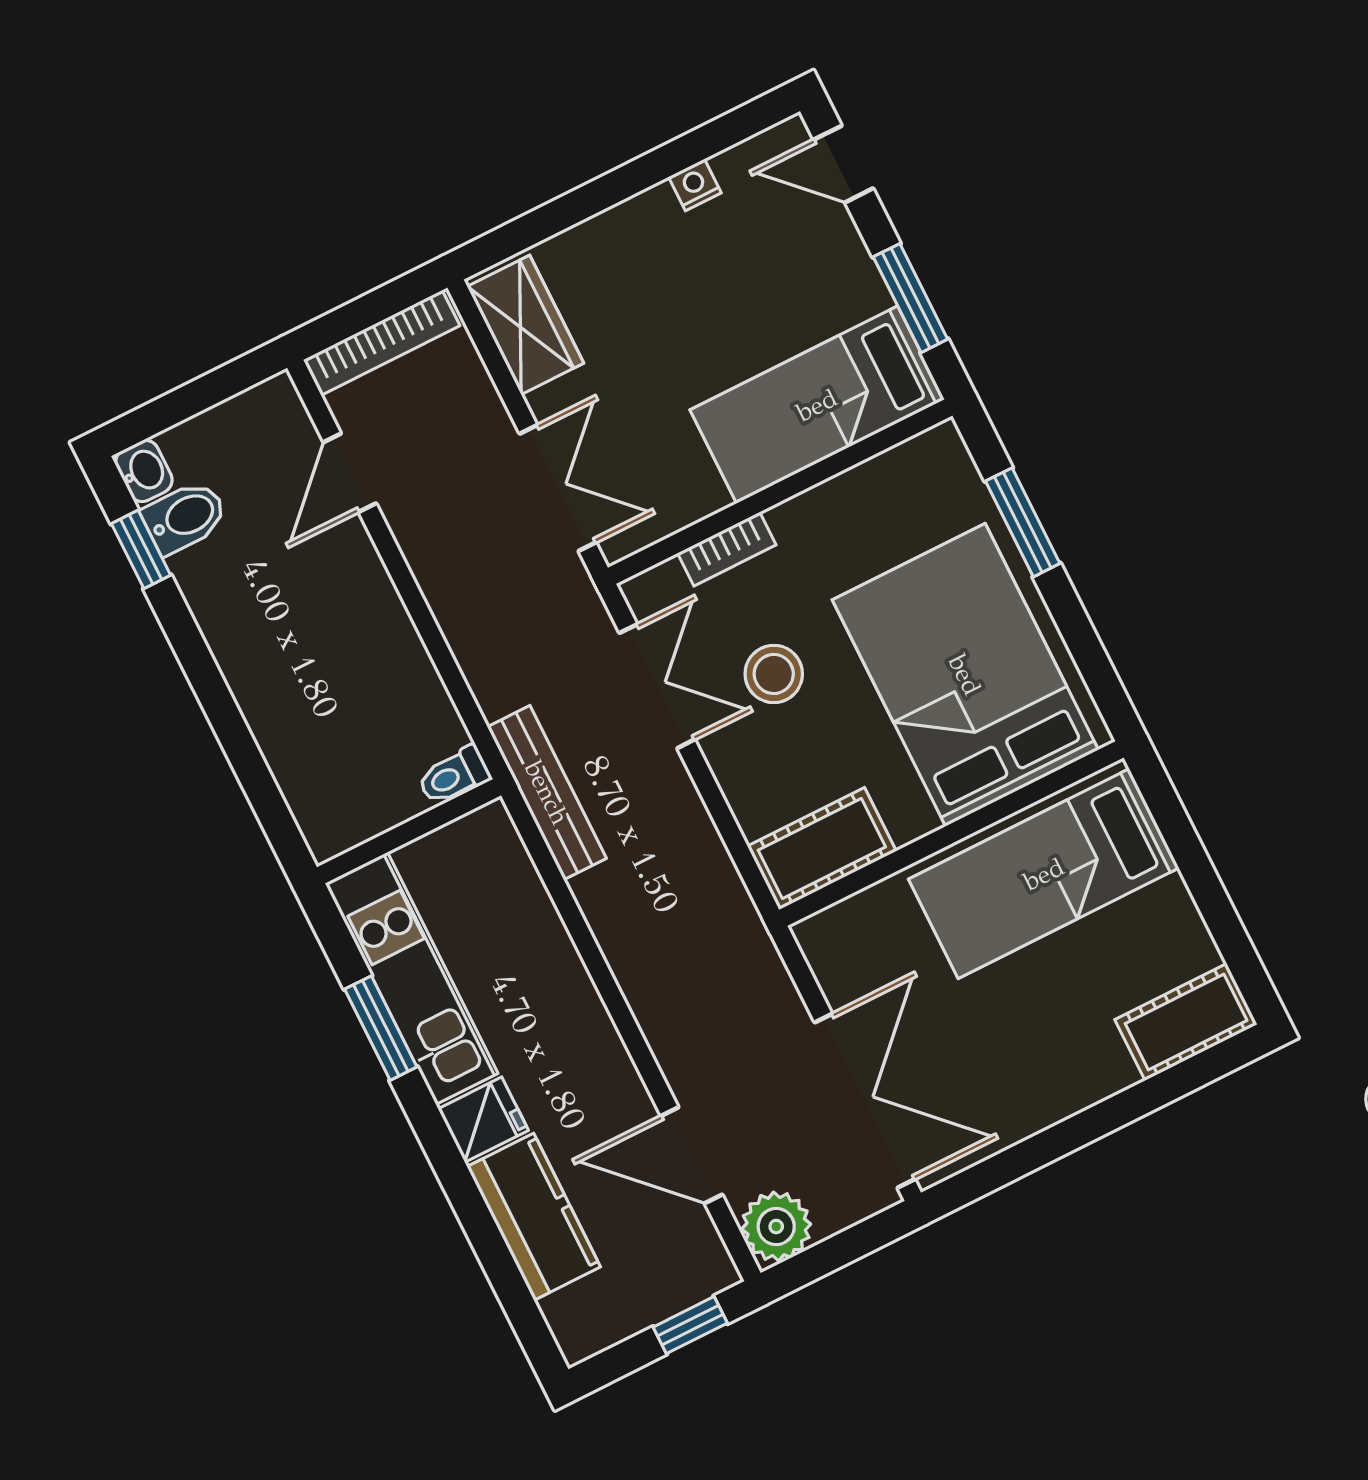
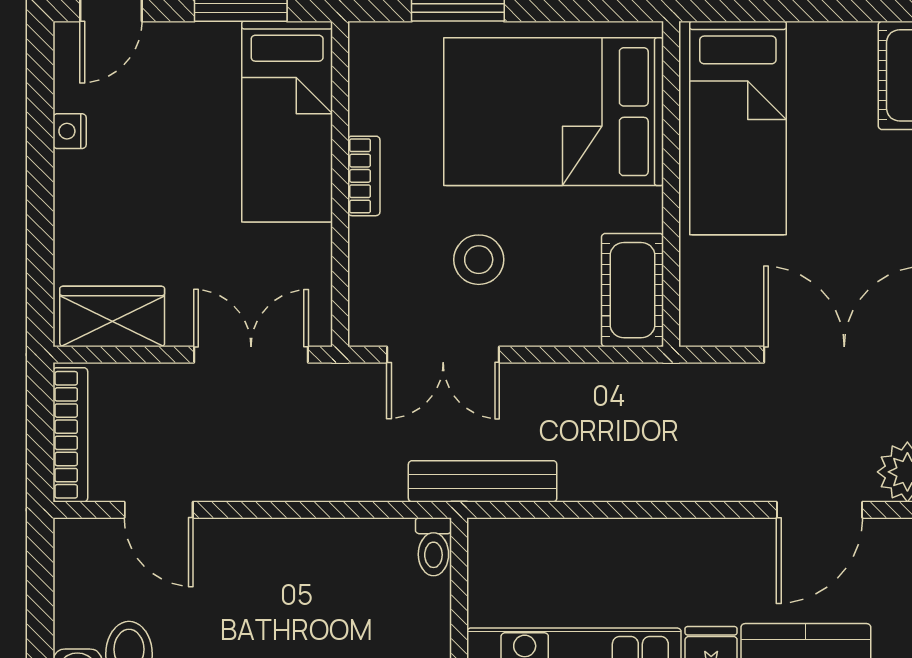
bookcase: (727, 549) -> (364, 176), moved
double door: (657, 686) -> (443, 355), swing flipped

